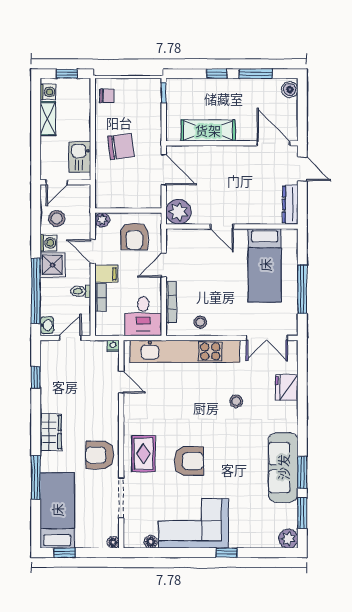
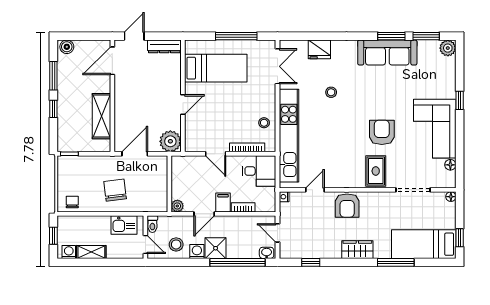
armchair: (134, 236) -> (191, 179), removed
toilet: (81, 291) -> (152, 224), moved
rug: (143, 454) -> (376, 171), turned 90
armchair: (100, 455) -> (347, 206), moved

